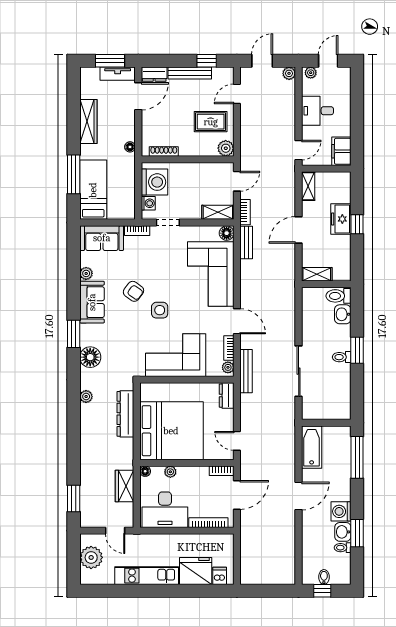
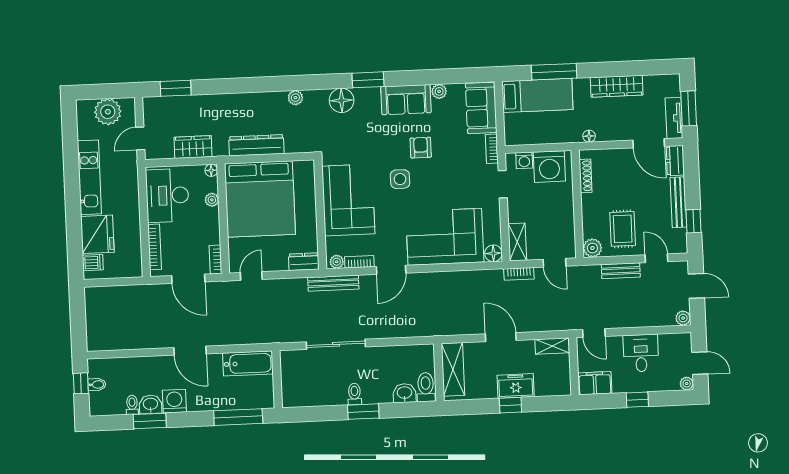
plant: (311, 73) -> (687, 384), moved
window: (357, 115) -> (637, 400), added
bench: (246, 242) -> (621, 271), moved
shelving: (317, 274) -> (453, 369), width x1.50, depth x1.33
armchair: (133, 291) -> (421, 148), turned 144
dresser: (125, 414) -> (256, 145), moved

